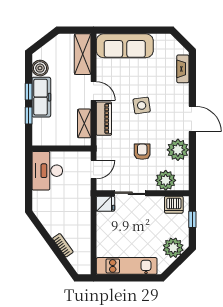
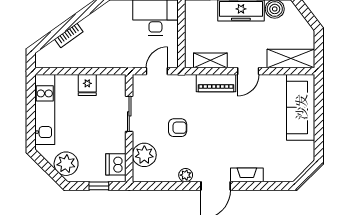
fireplace: (183, 69) -> (247, 175), moved
side table: (142, 105) -> (231, 127), removed
plant: (178, 150) -> (186, 175), width x0.53, depth x0.53
door: (94, 169) -> (157, 71), swing flipped
fridge: (105, 204) -> (87, 85), moved

